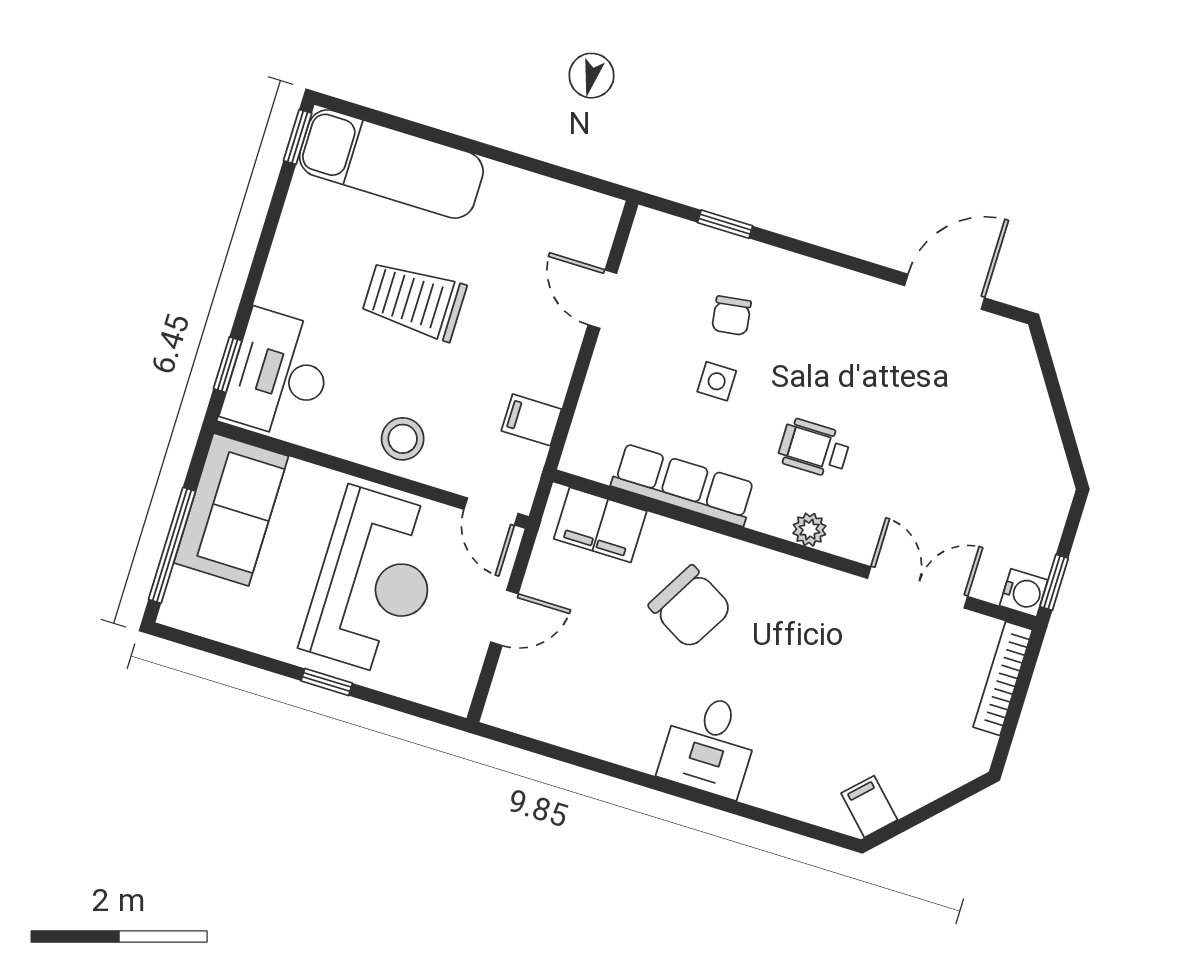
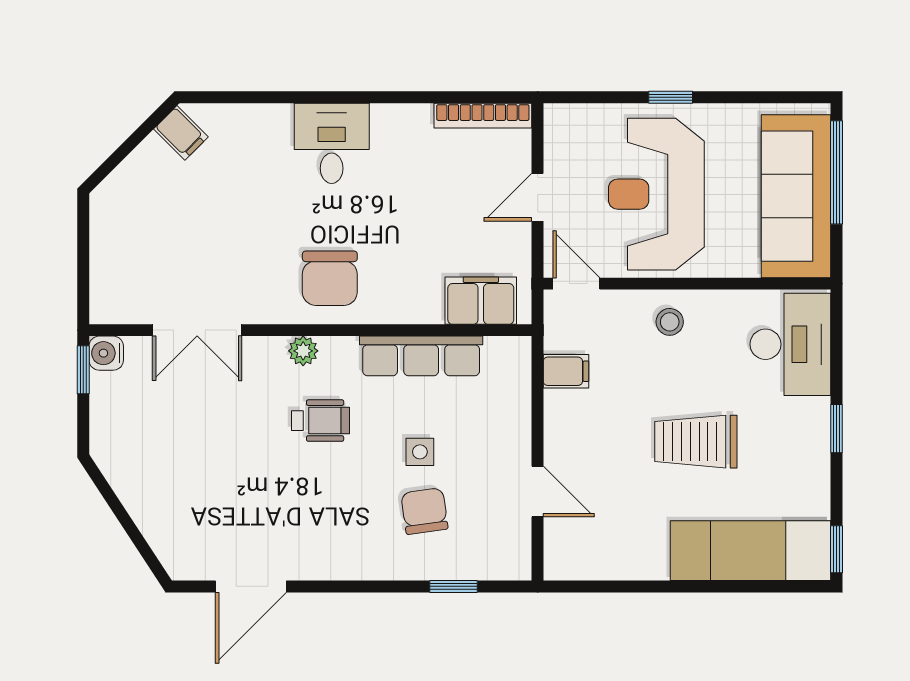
trolley: (414, 300) -> (696, 442), turned 180
chair: (731, 316) -> (424, 511), width x1.37, depth x1.37
window: (228, 365) -> (837, 429), moved
stool: (403, 439) -> (670, 322), width x0.73, depth x0.73
sofa: (231, 510) -> (796, 196), width x1.36
chair: (690, 607) -> (330, 278), moved, turned -120
bookcase: (1003, 678) -> (483, 116), moved, turned 90

